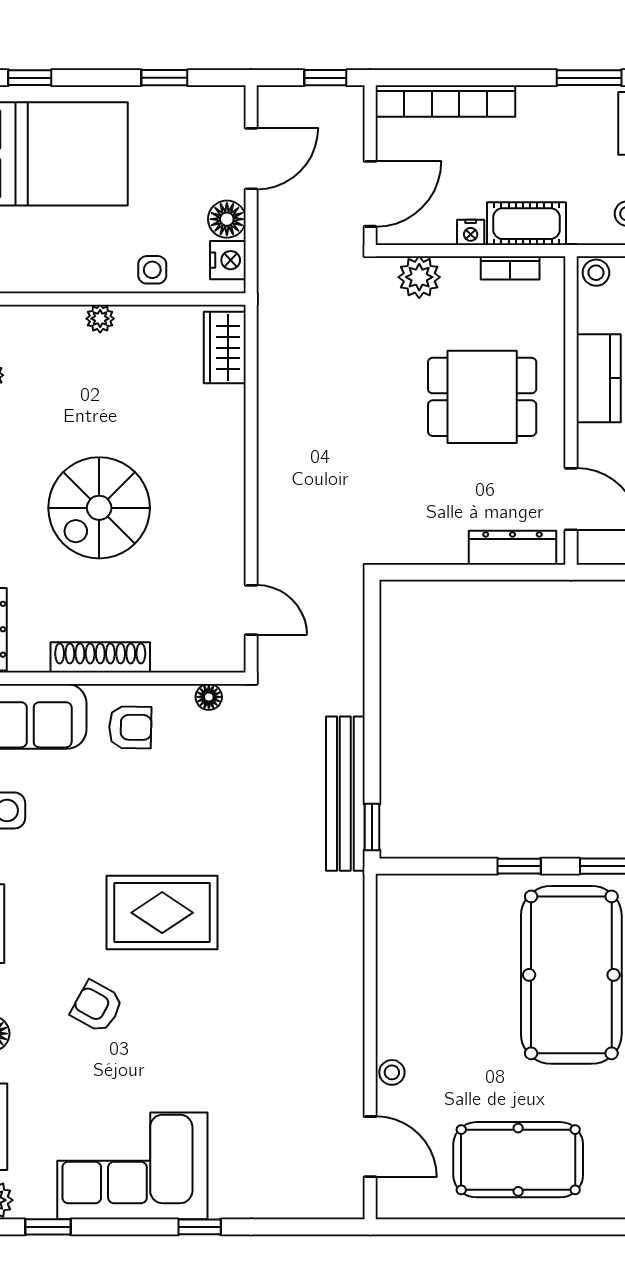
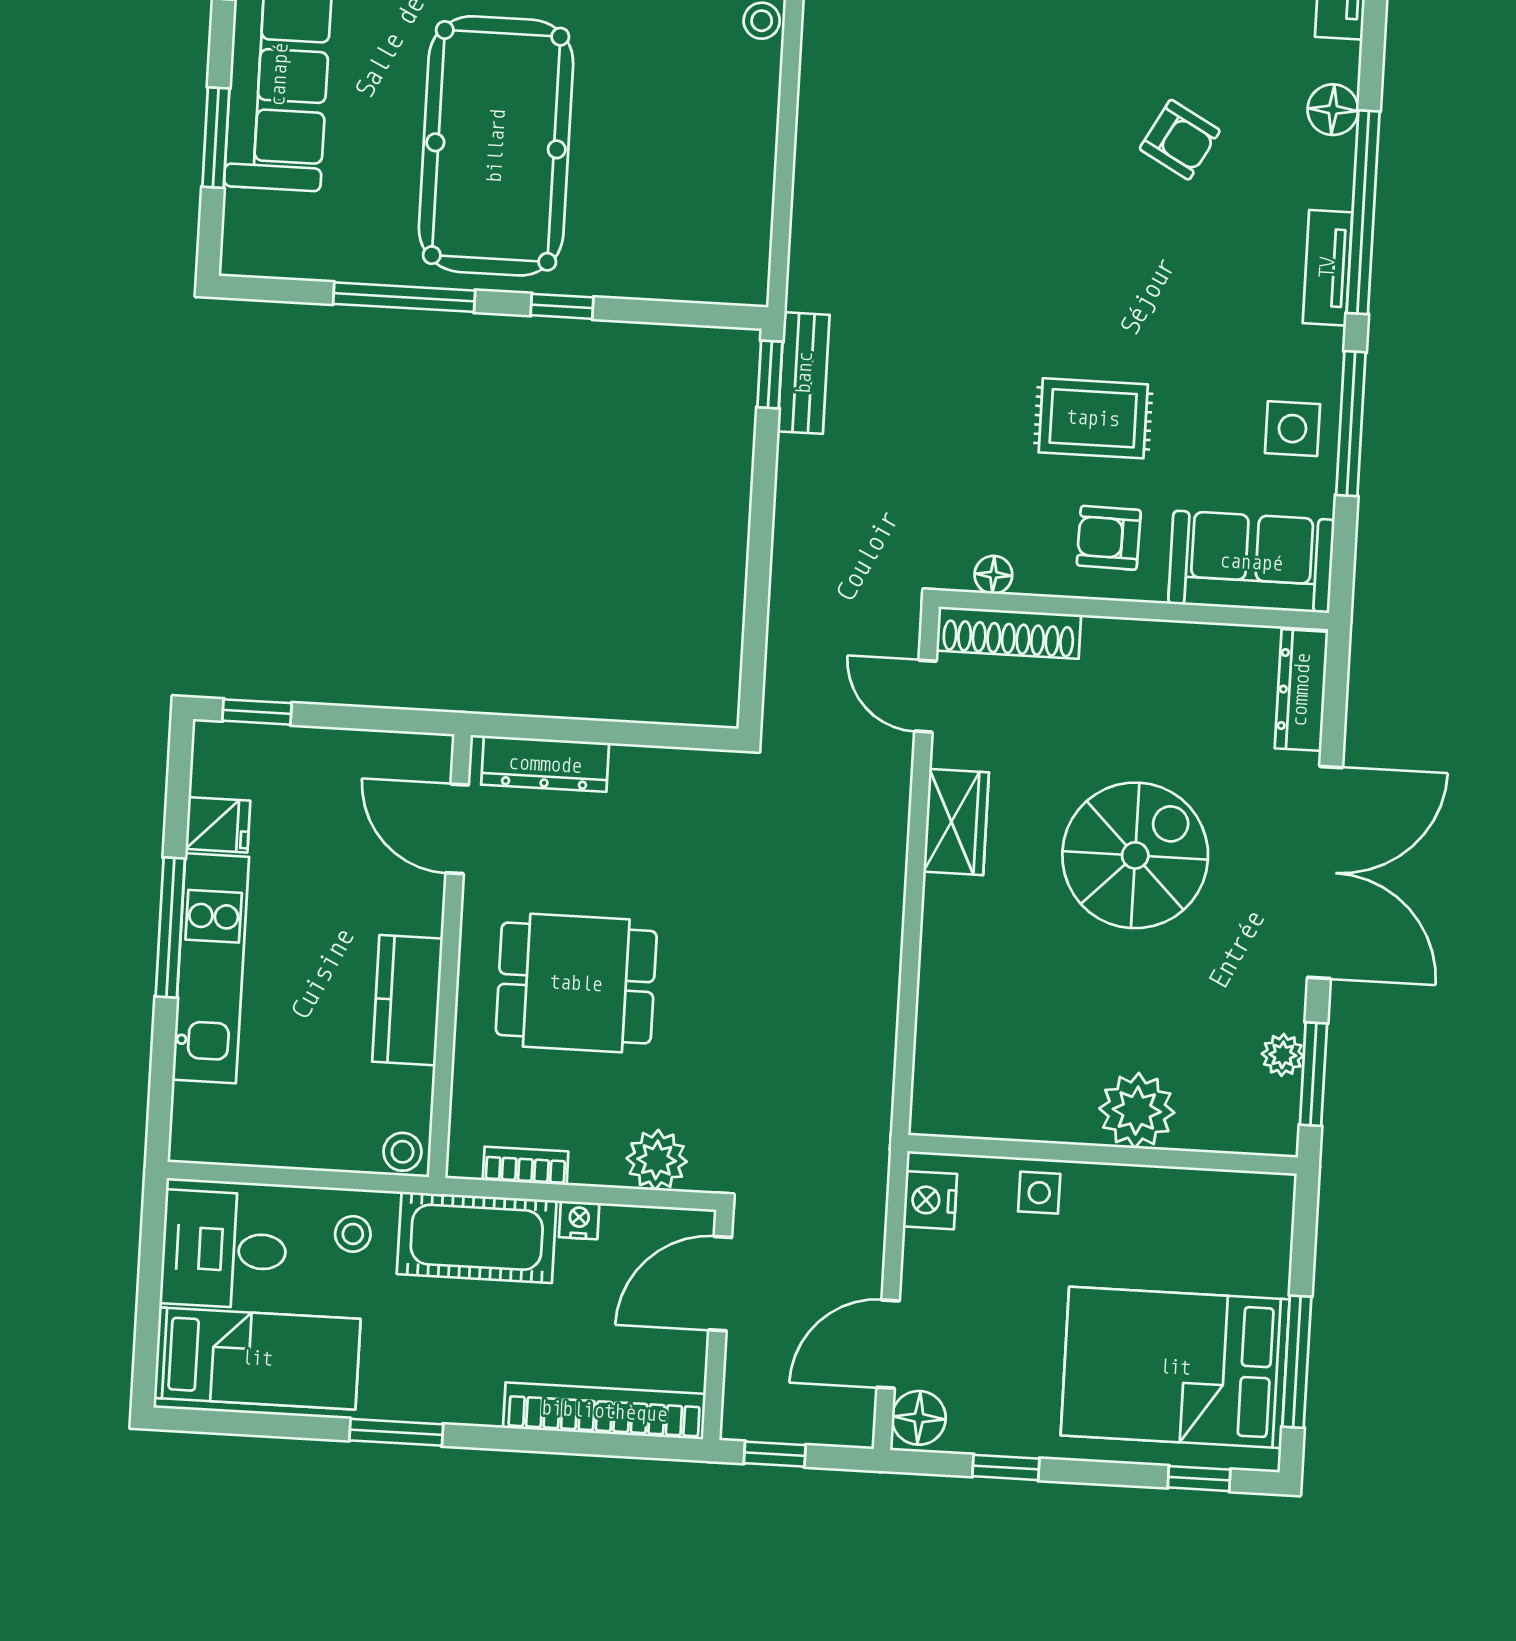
floor lamp: (227, 219) -> (919, 1418), moved
cot: (526, 224) -> (477, 1237), width x1.37, depth x1.34
plant: (100, 319) -> (1137, 1110), width x1.87, depth x1.87
wardrobe: (225, 348) -> (956, 822), moved
shoe rack: (100, 657) -> (1009, 633), moved
bench: (345, 794) -> (804, 373), width x0.54, depth x0.82
rug: (162, 913) -> (1093, 418), moved, width x0.73, depth x0.70

